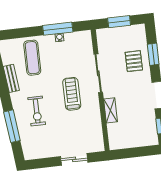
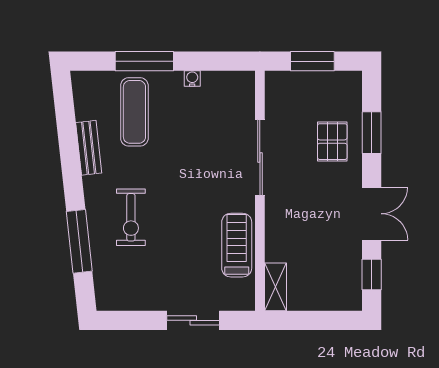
window: (58, 29) -> (144, 61), moved
treadmill: (72, 94) -> (237, 245), moved
shelving: (110, 110) -> (275, 287), moved

